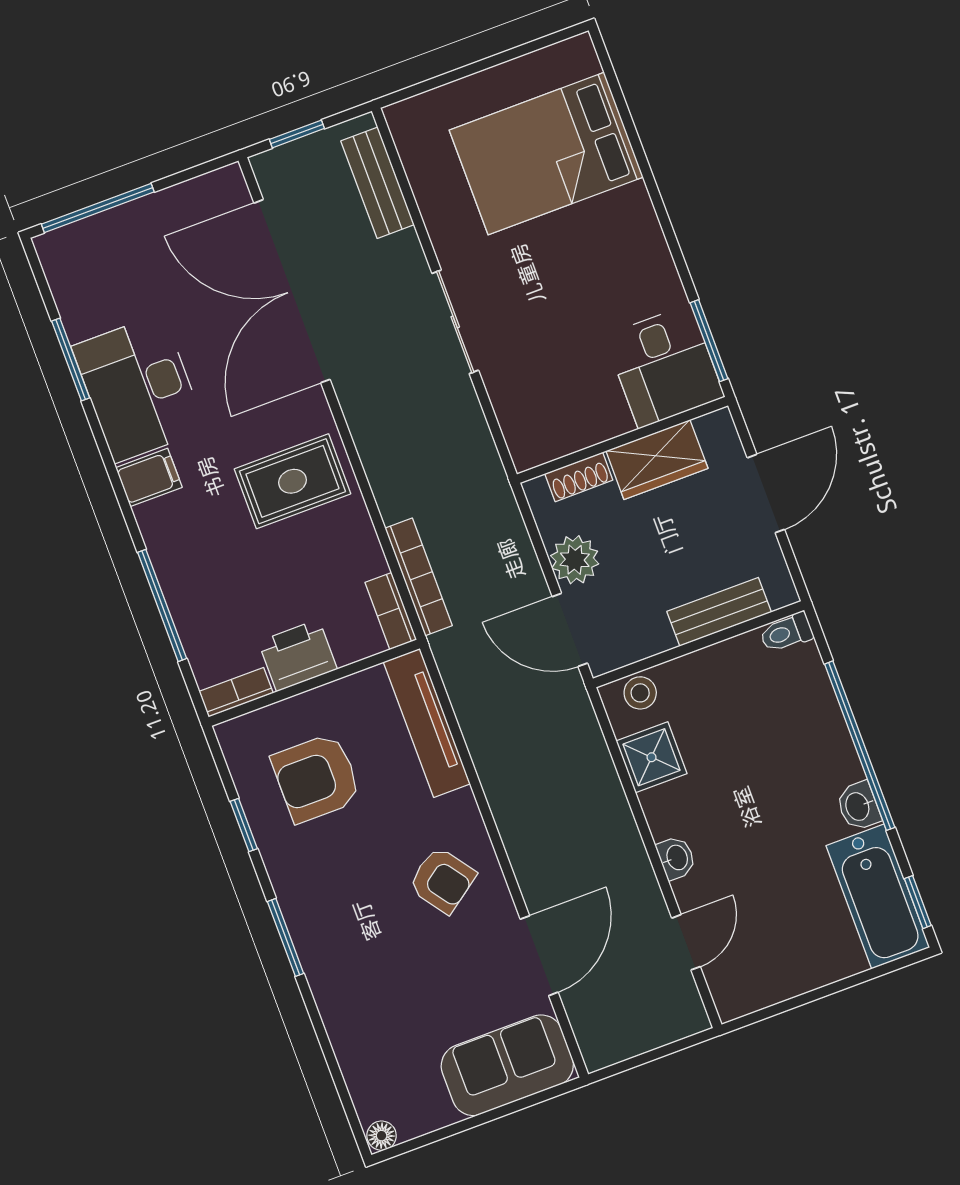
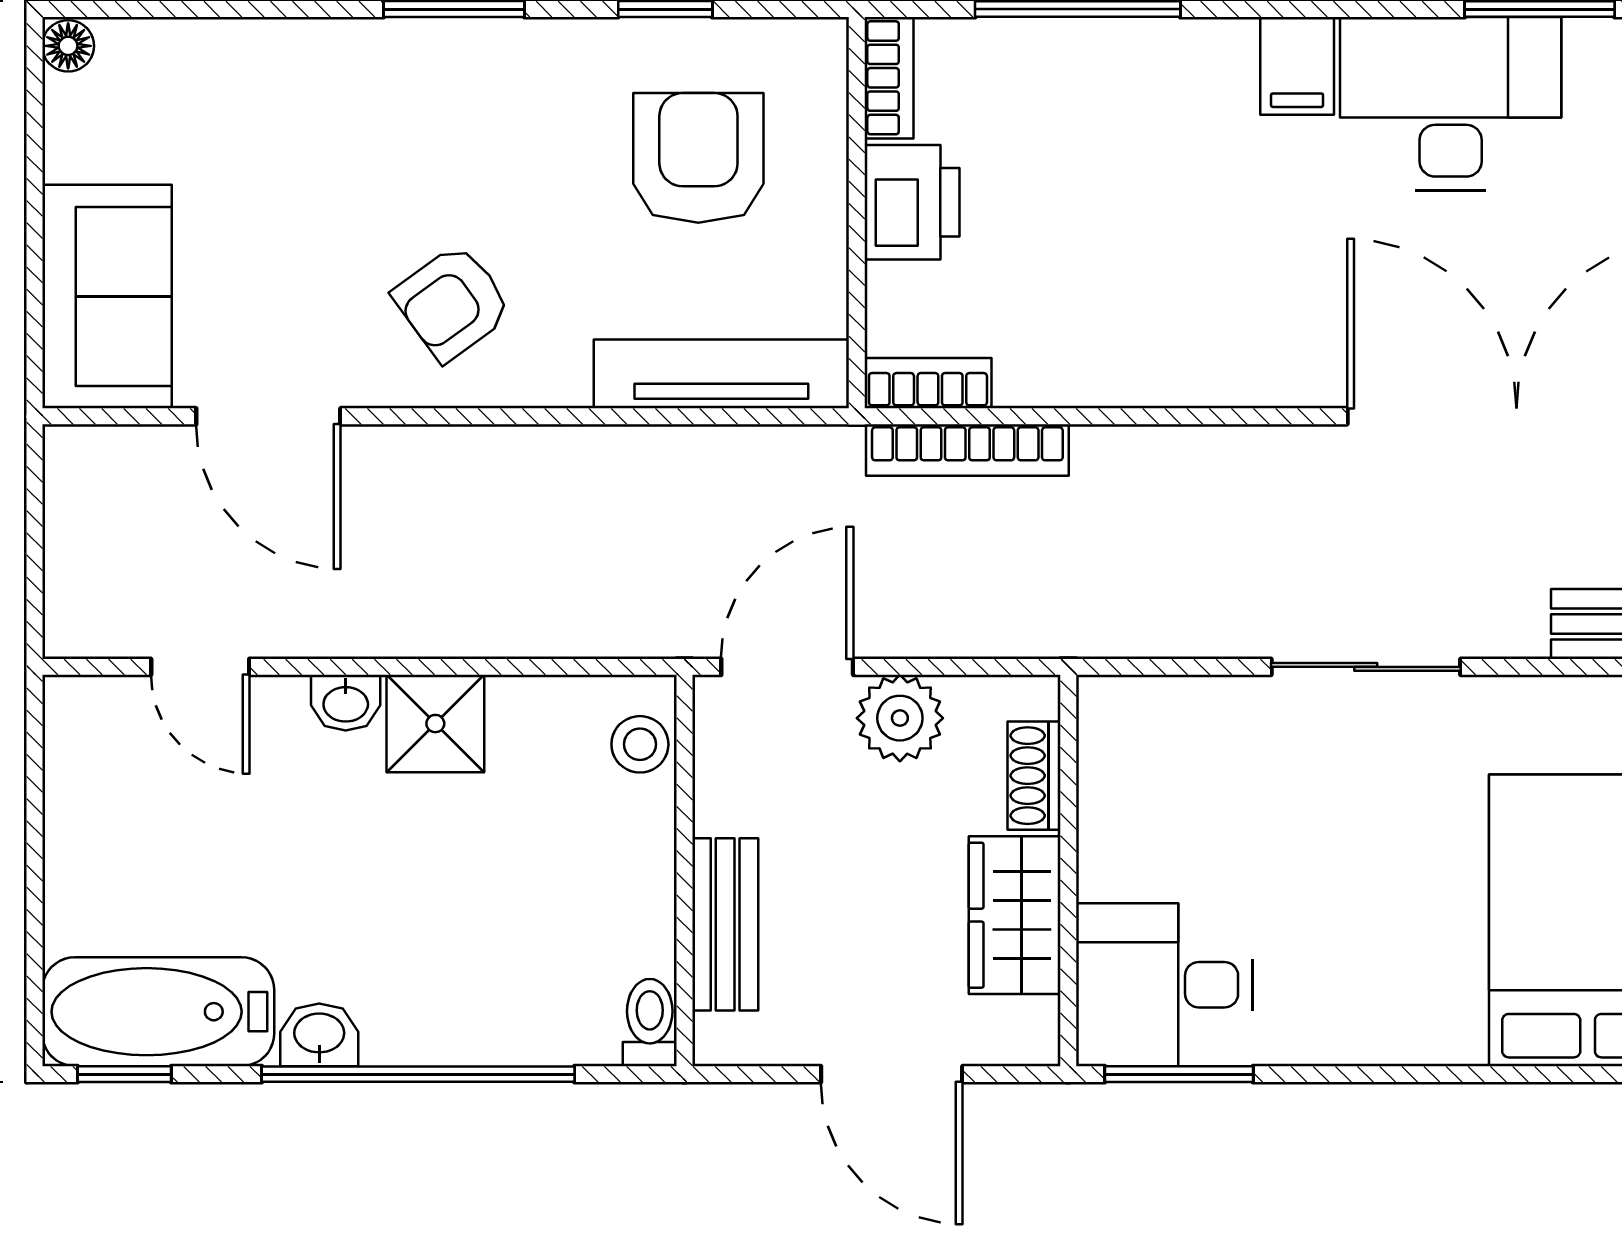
rug: (292, 481) -> (1203, 300), removed
shower: (652, 757) -> (435, 724), moved

